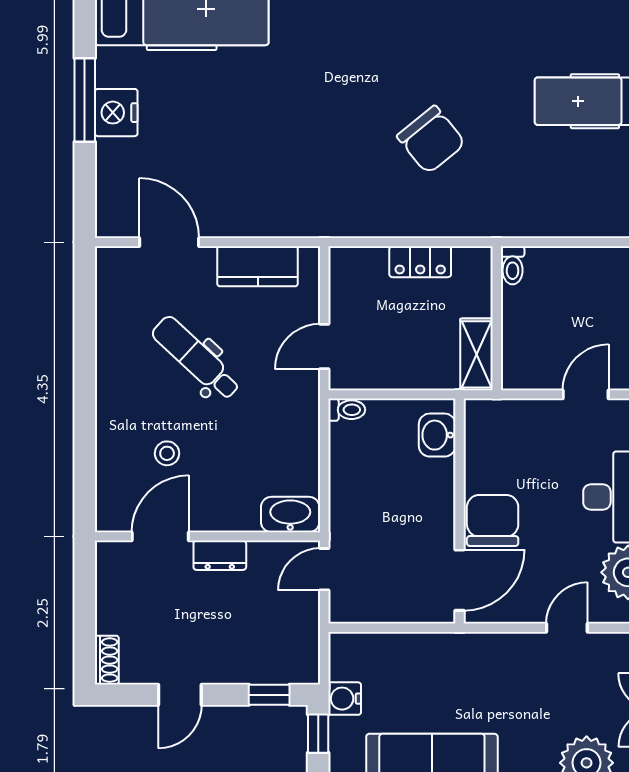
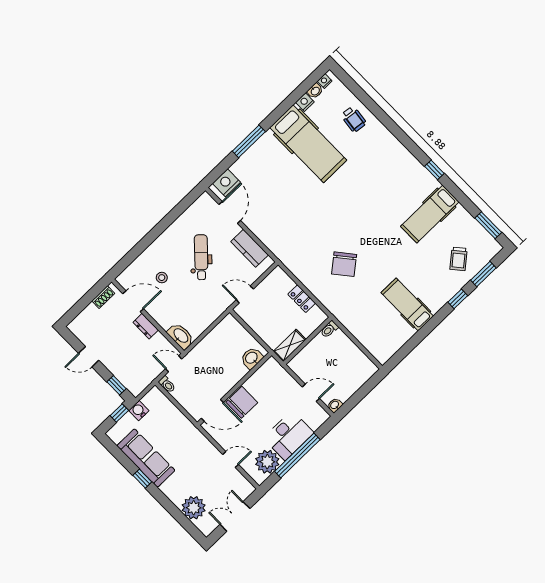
nightstand: (116, 113) -> (226, 183), moved
toilet: (347, 410) -> (167, 384), moved
shoe rack: (107, 660) -> (103, 297), moved

